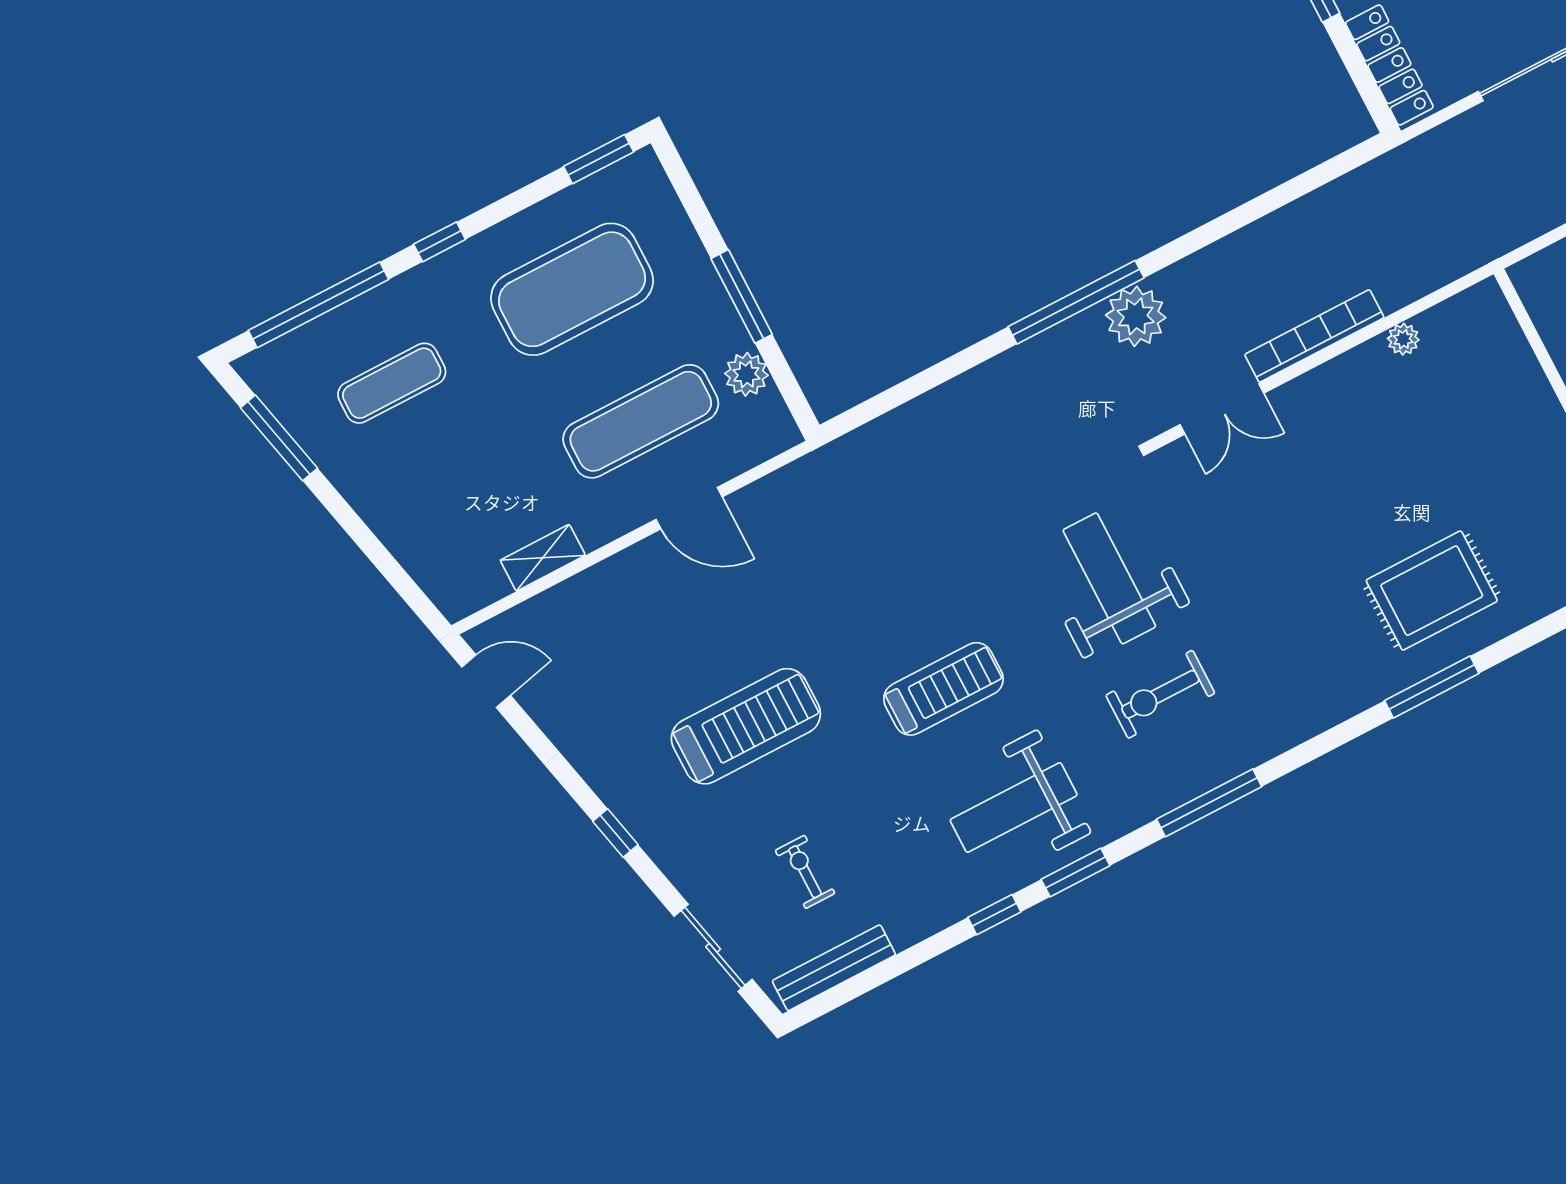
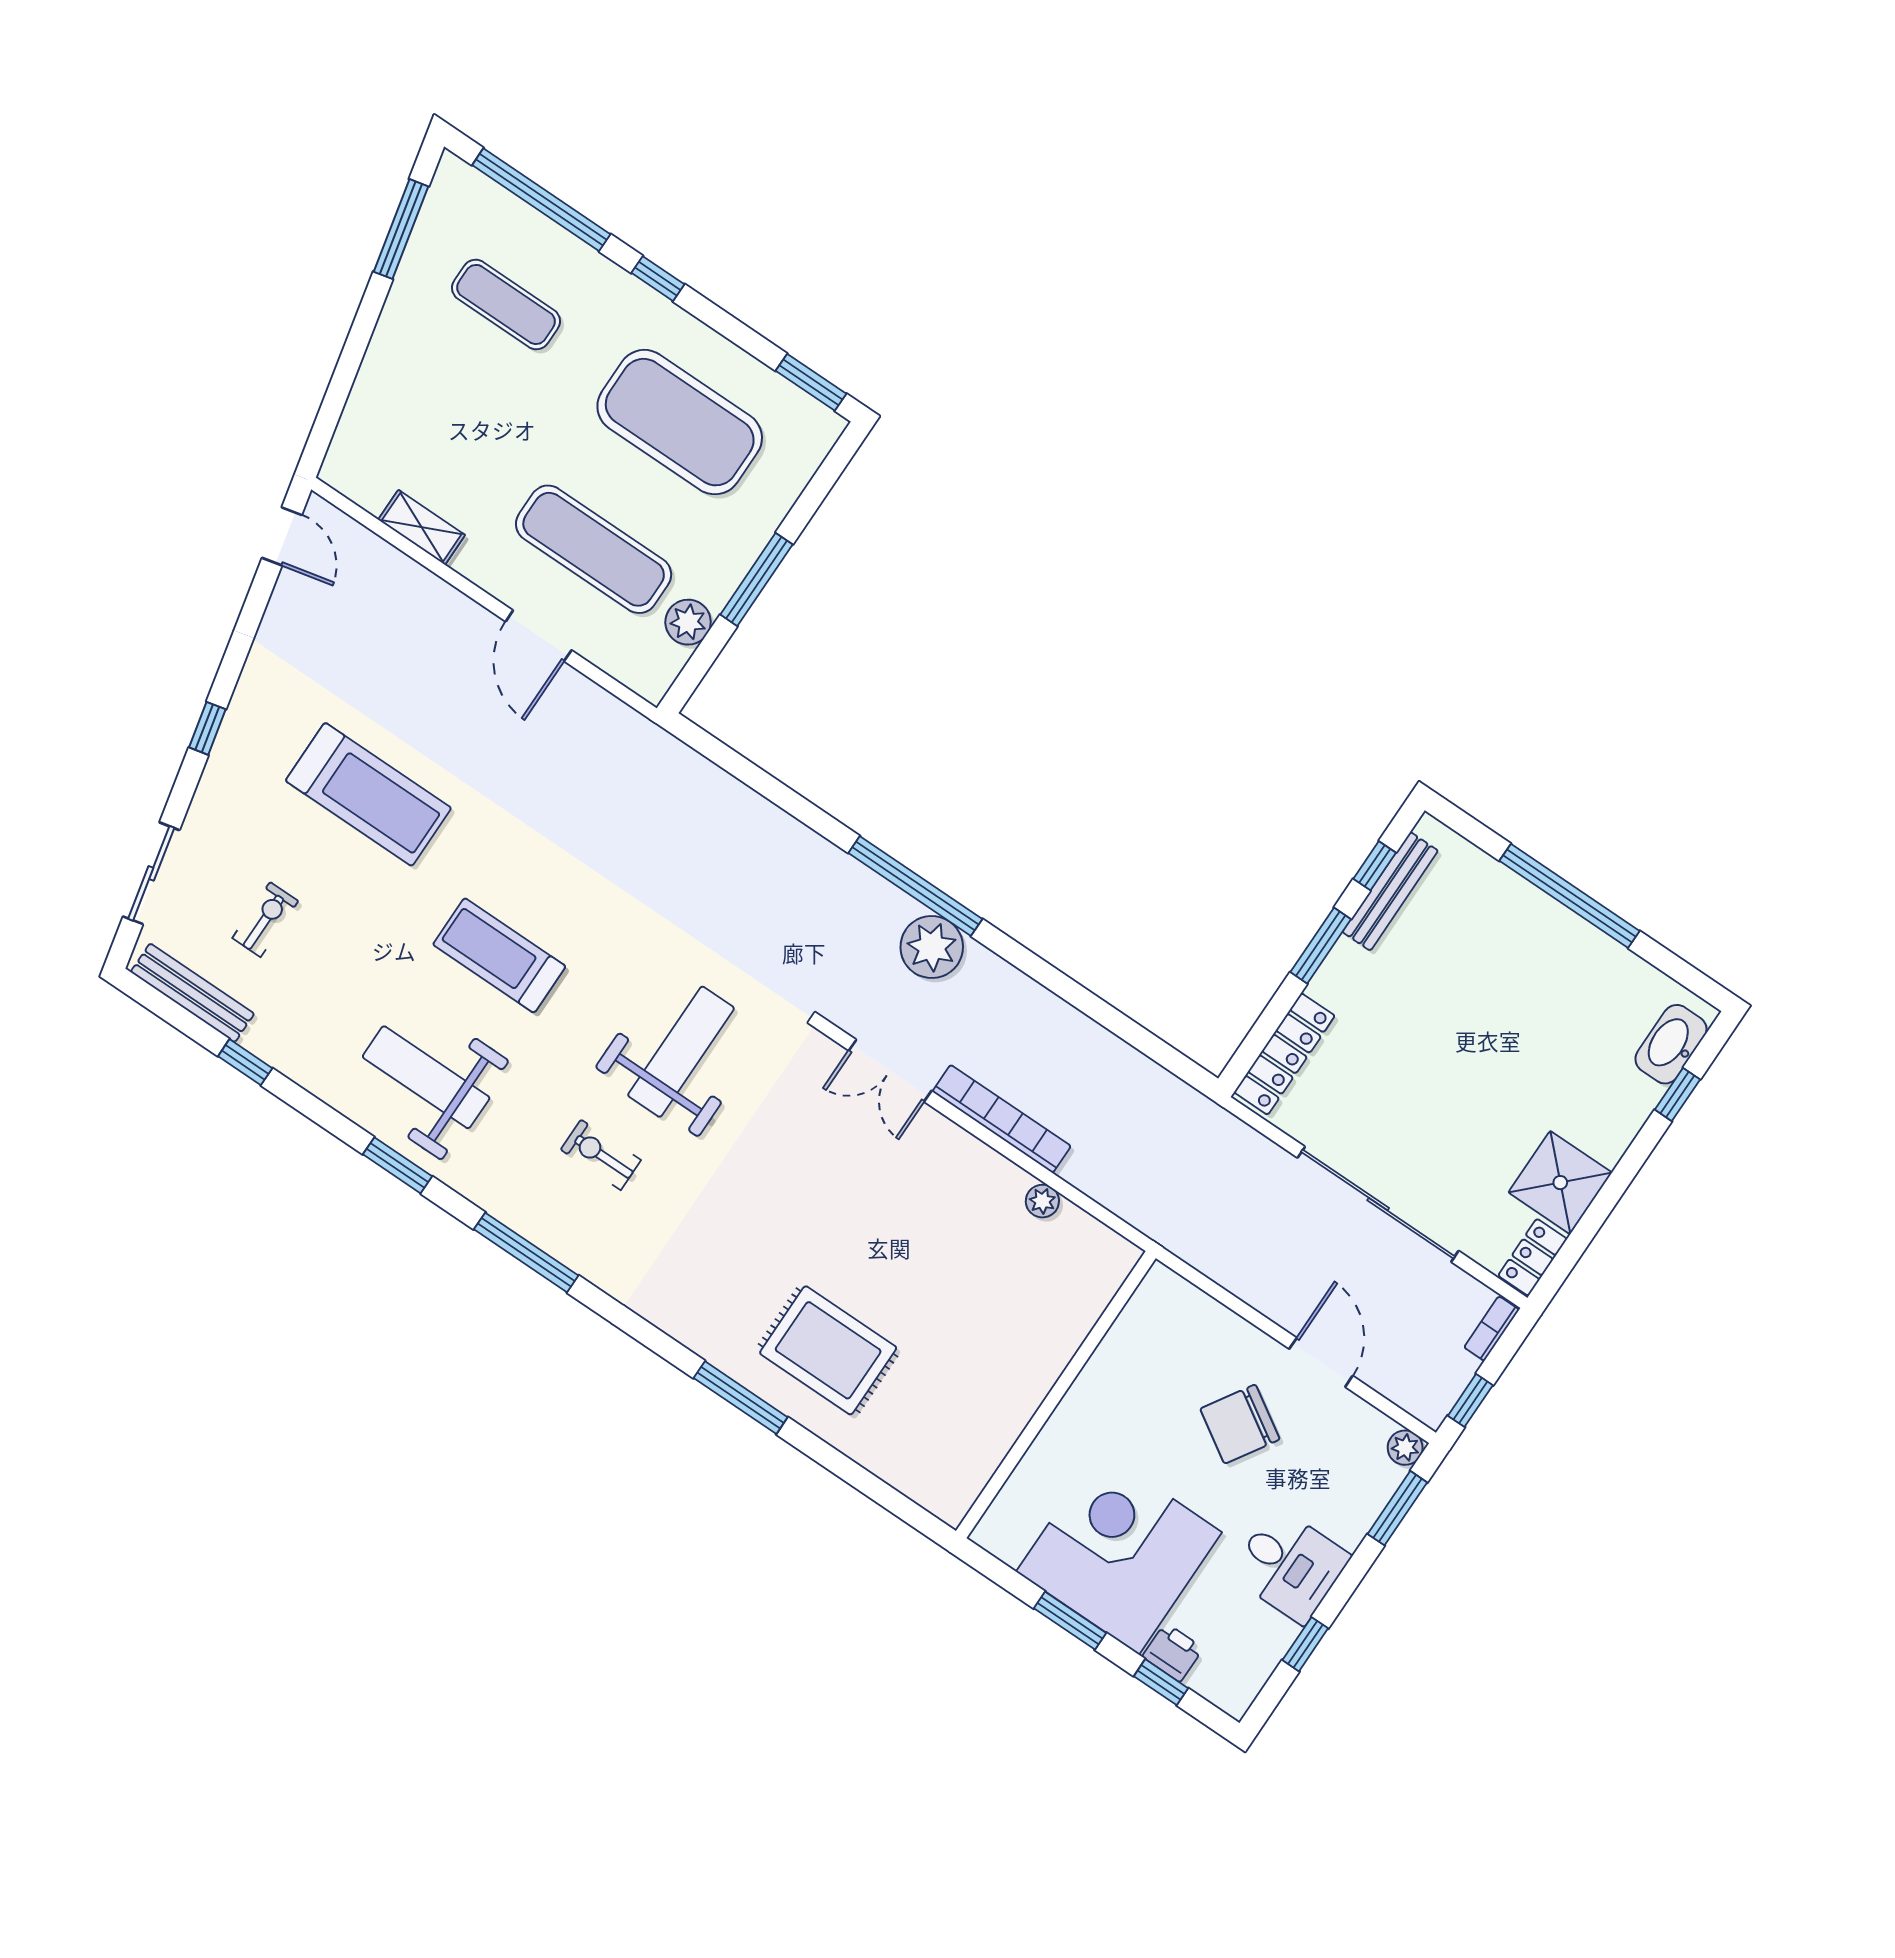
treadmill: (943, 689) -> (499, 955), turned 180
exercise bike: (1160, 694) -> (601, 1155), width x0.73, depth x0.72
window: (994, 915) -> (245, 1062), moved

